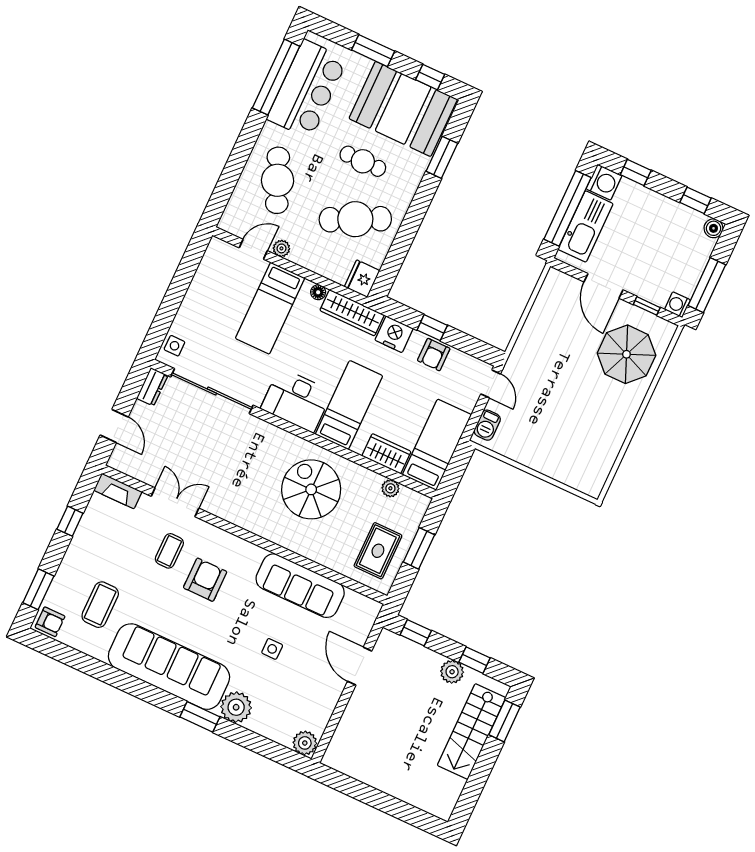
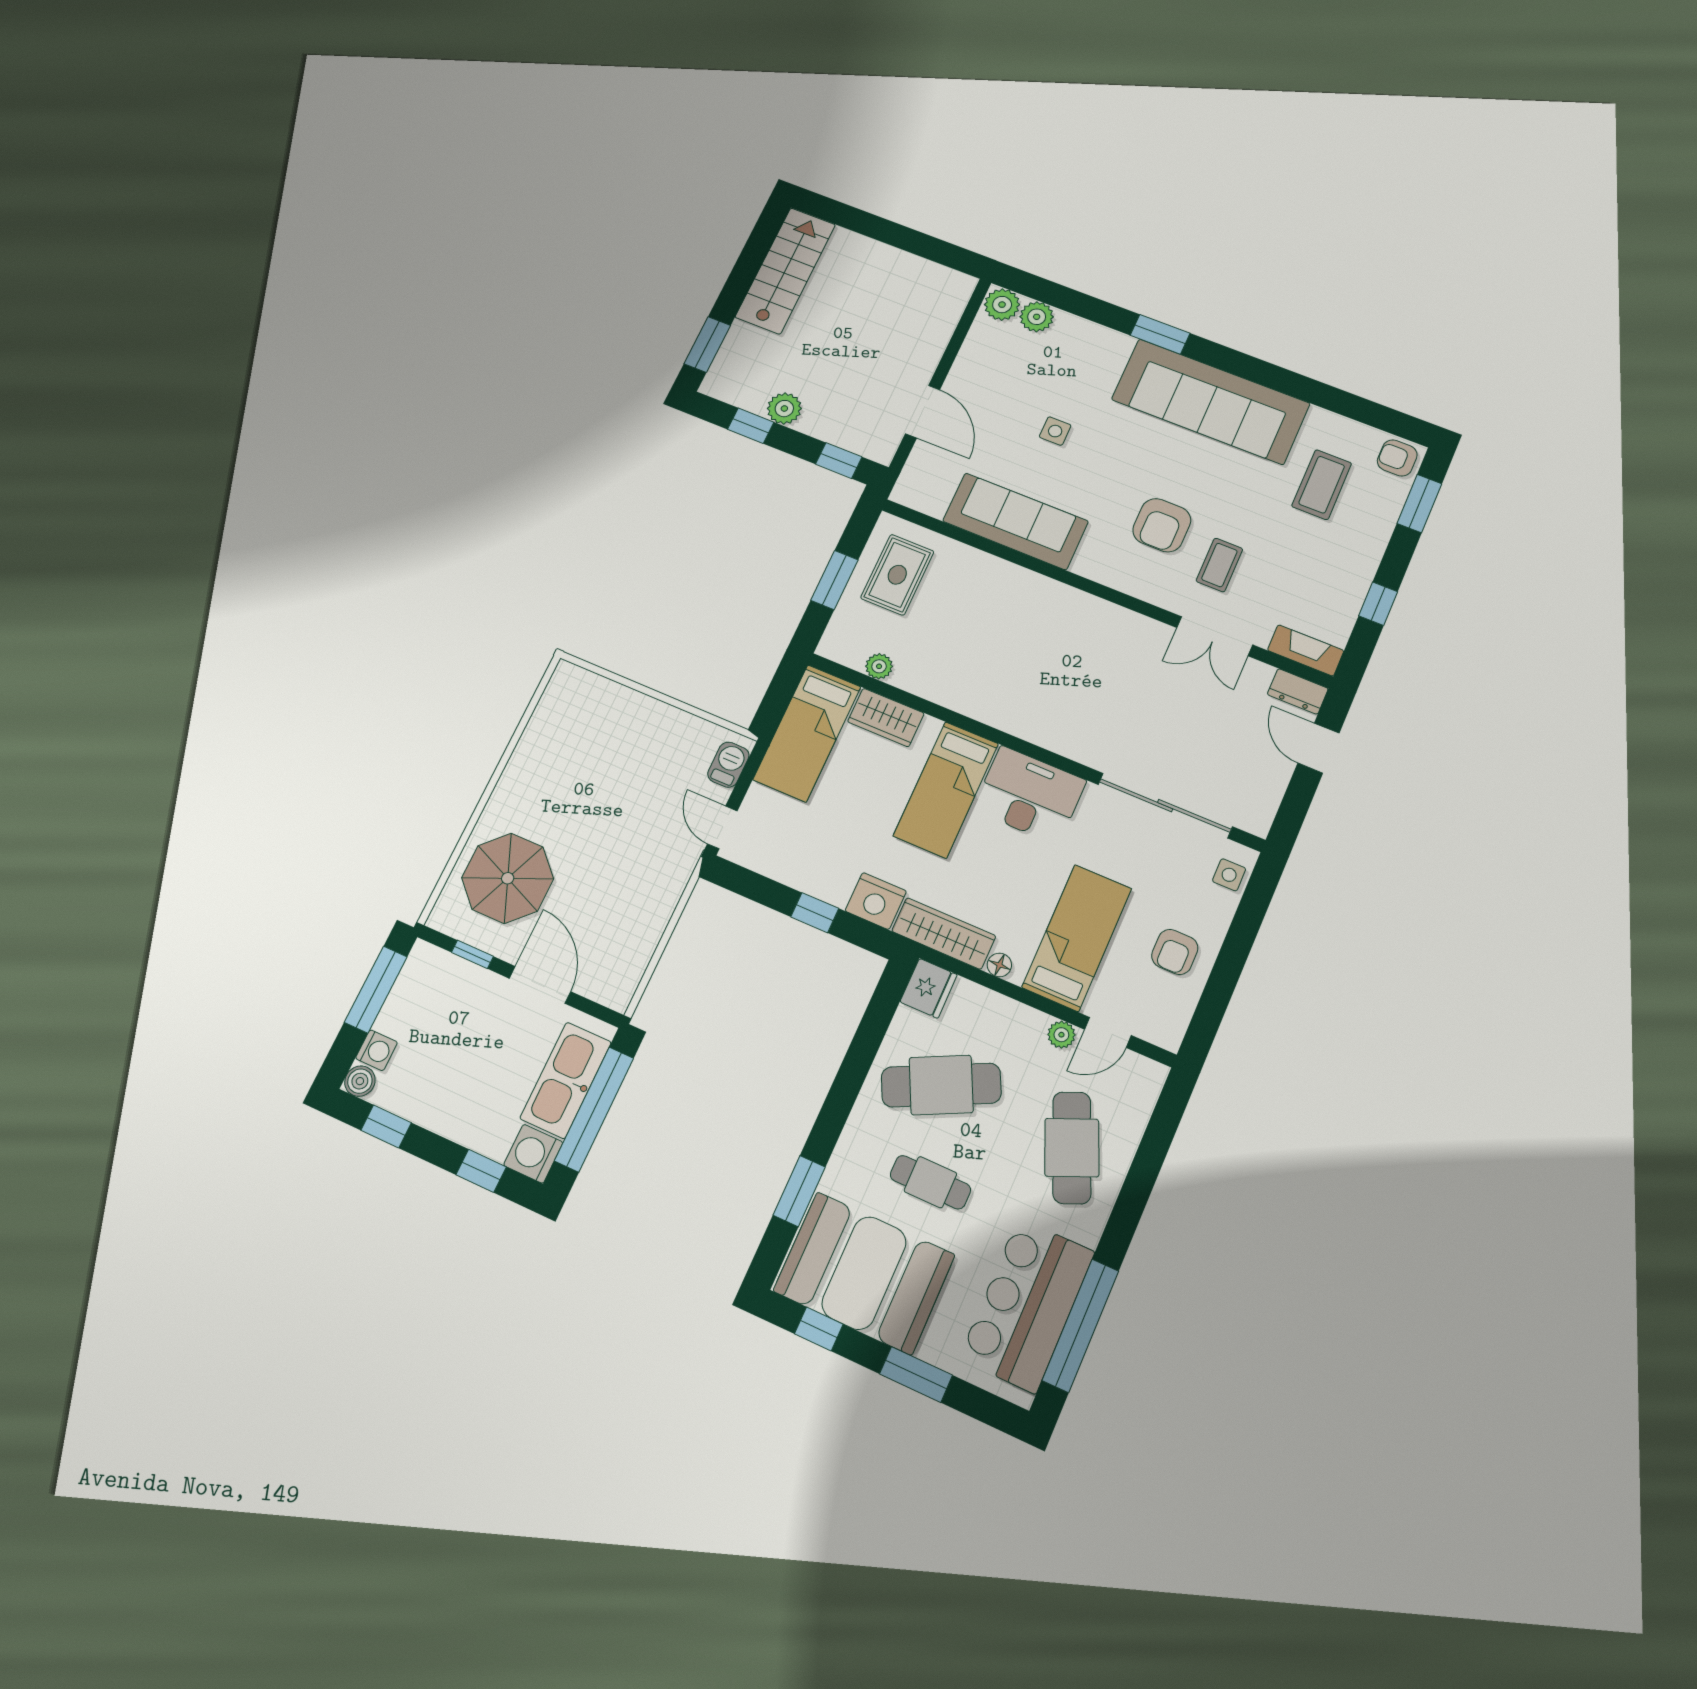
washing machine: (678, 305) -> (376, 1050), moved
armchair: (434, 355) -> (1175, 952), moved, turned 180
dresser: (152, 387) -> (1298, 691), moved, turned -90
spiral stairs: (311, 489) -> (1002, 661), removed
plant: (236, 707) -> (1037, 317), moved, width x0.73, depth x0.73
stairs: (472, 731) -> (785, 271), moved

